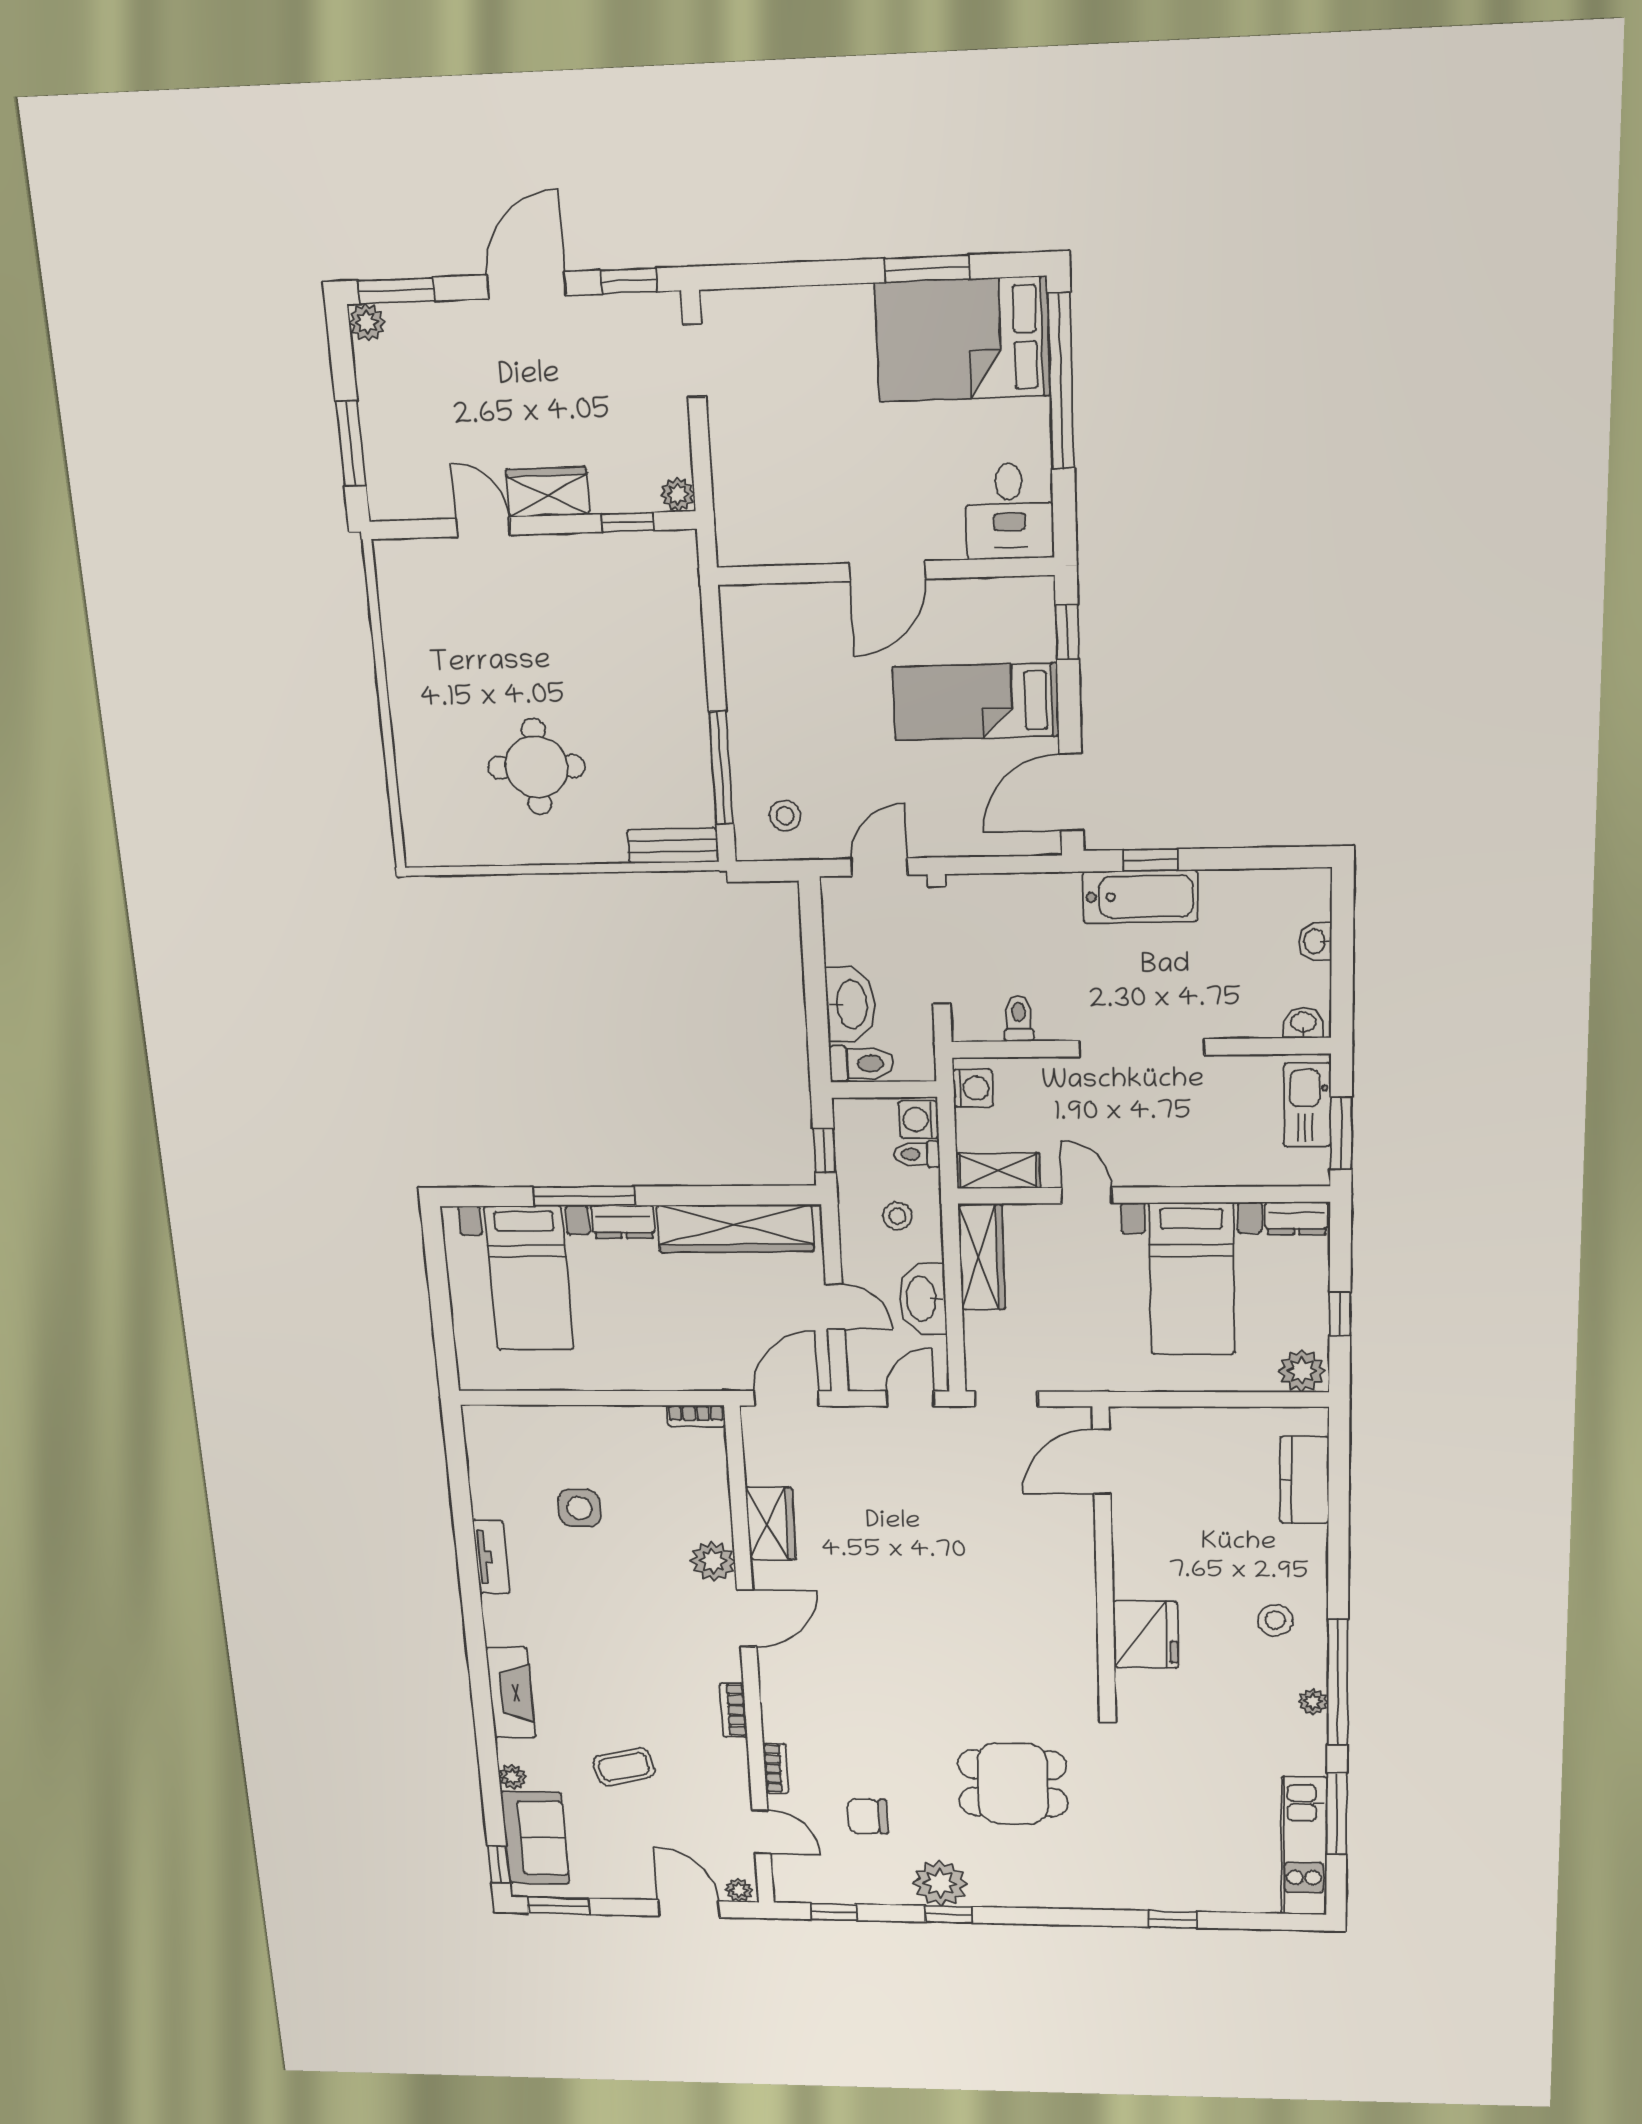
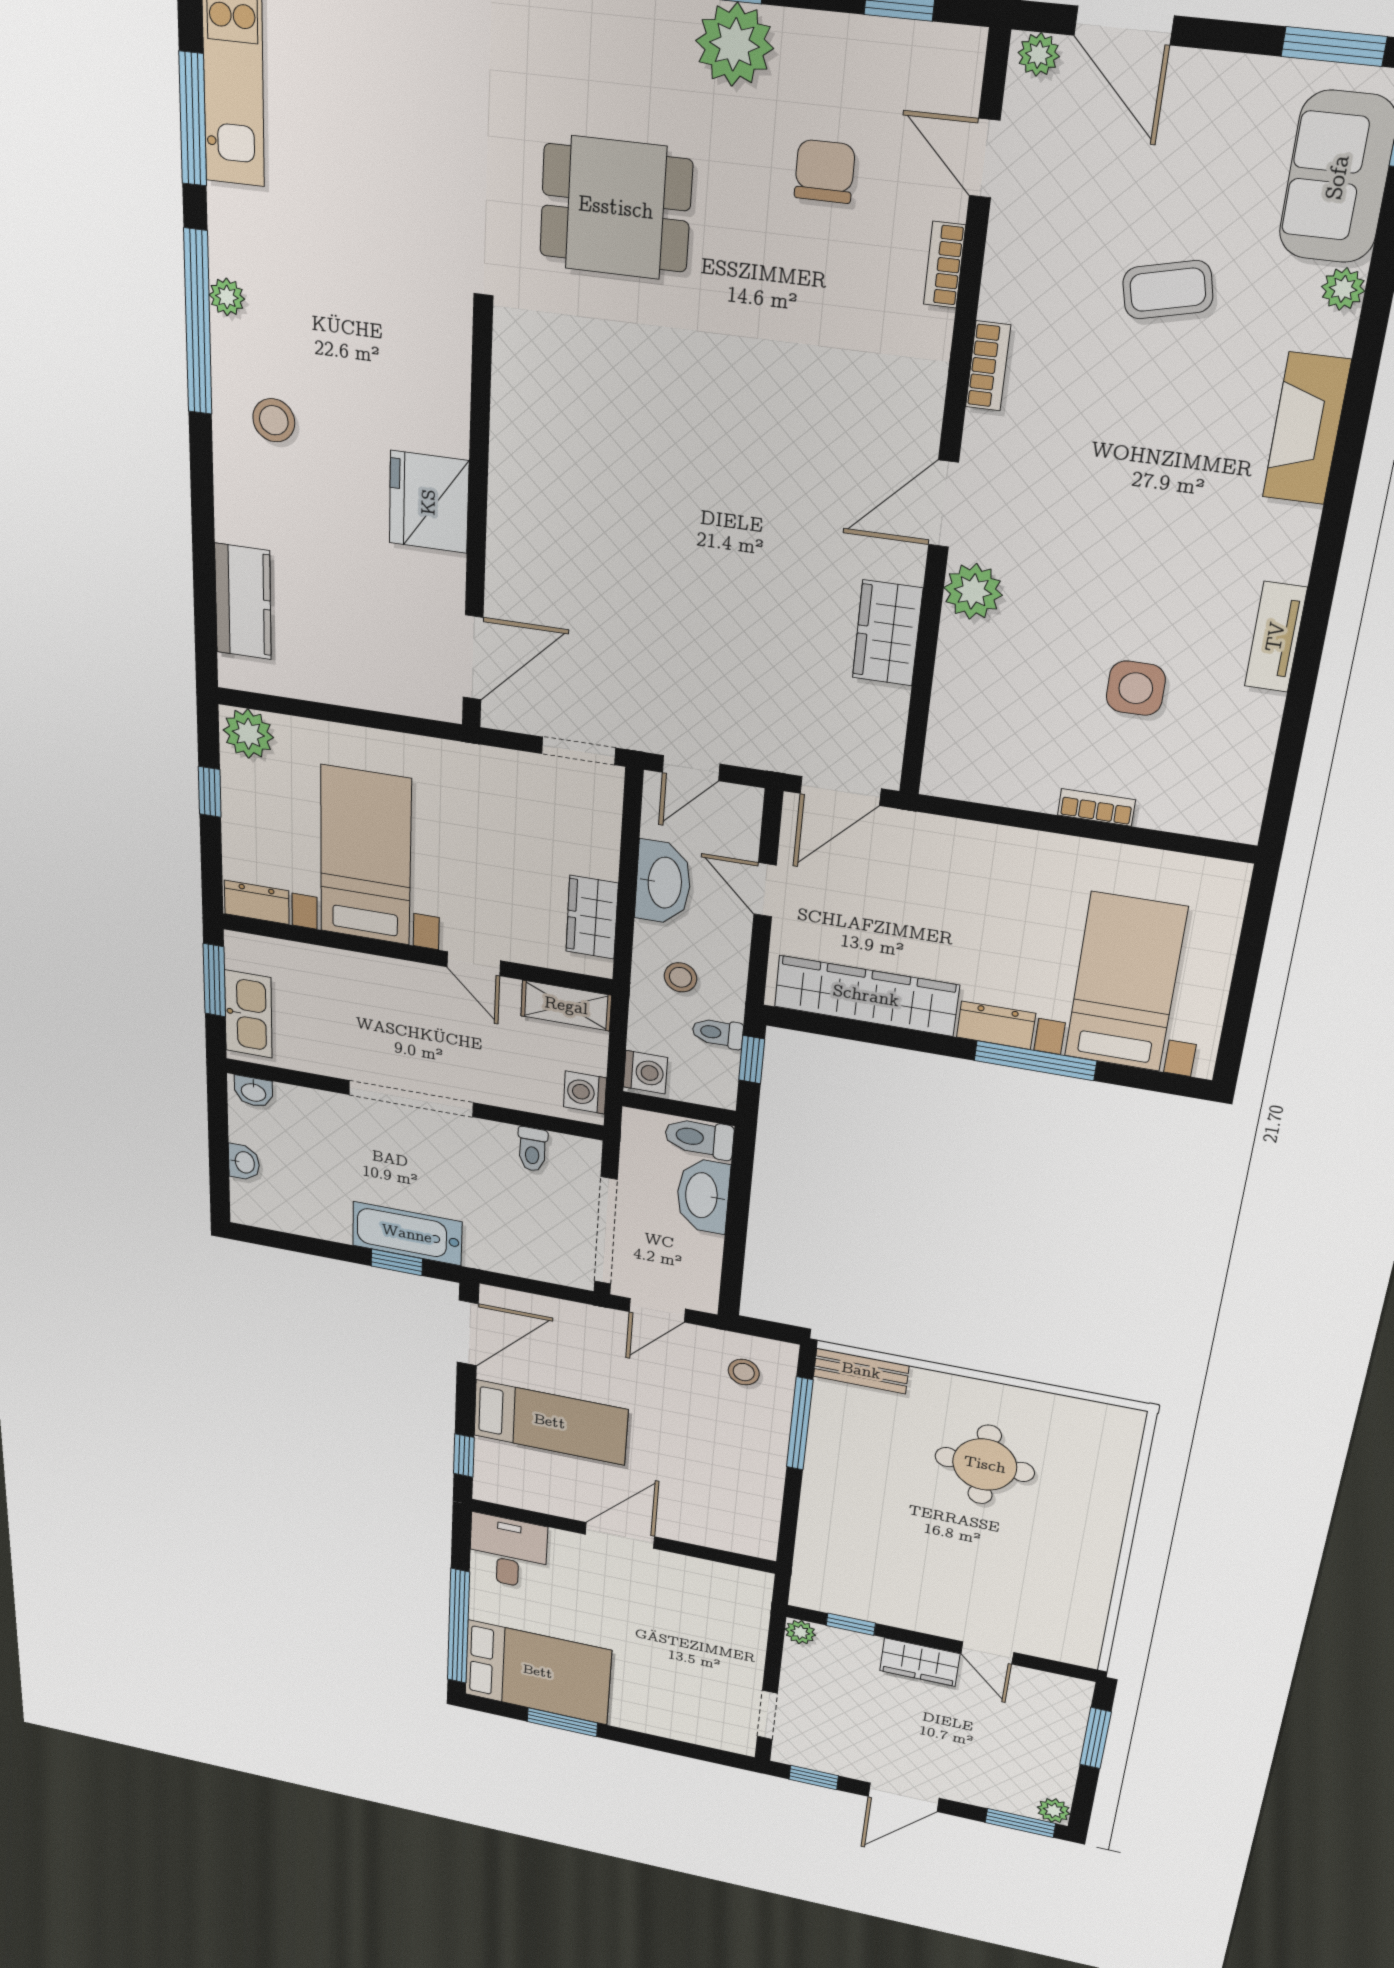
toilet: (917, 1154) -> (718, 1033), moved, turned 180
wardrobe: (982, 1257) -> (592, 917), width x0.67
bookcase: (696, 1416) -> (1096, 807), moved
fridge: (1146, 1634) -> (429, 502), moved
chair: (868, 1816) -> (825, 171), turned -90

